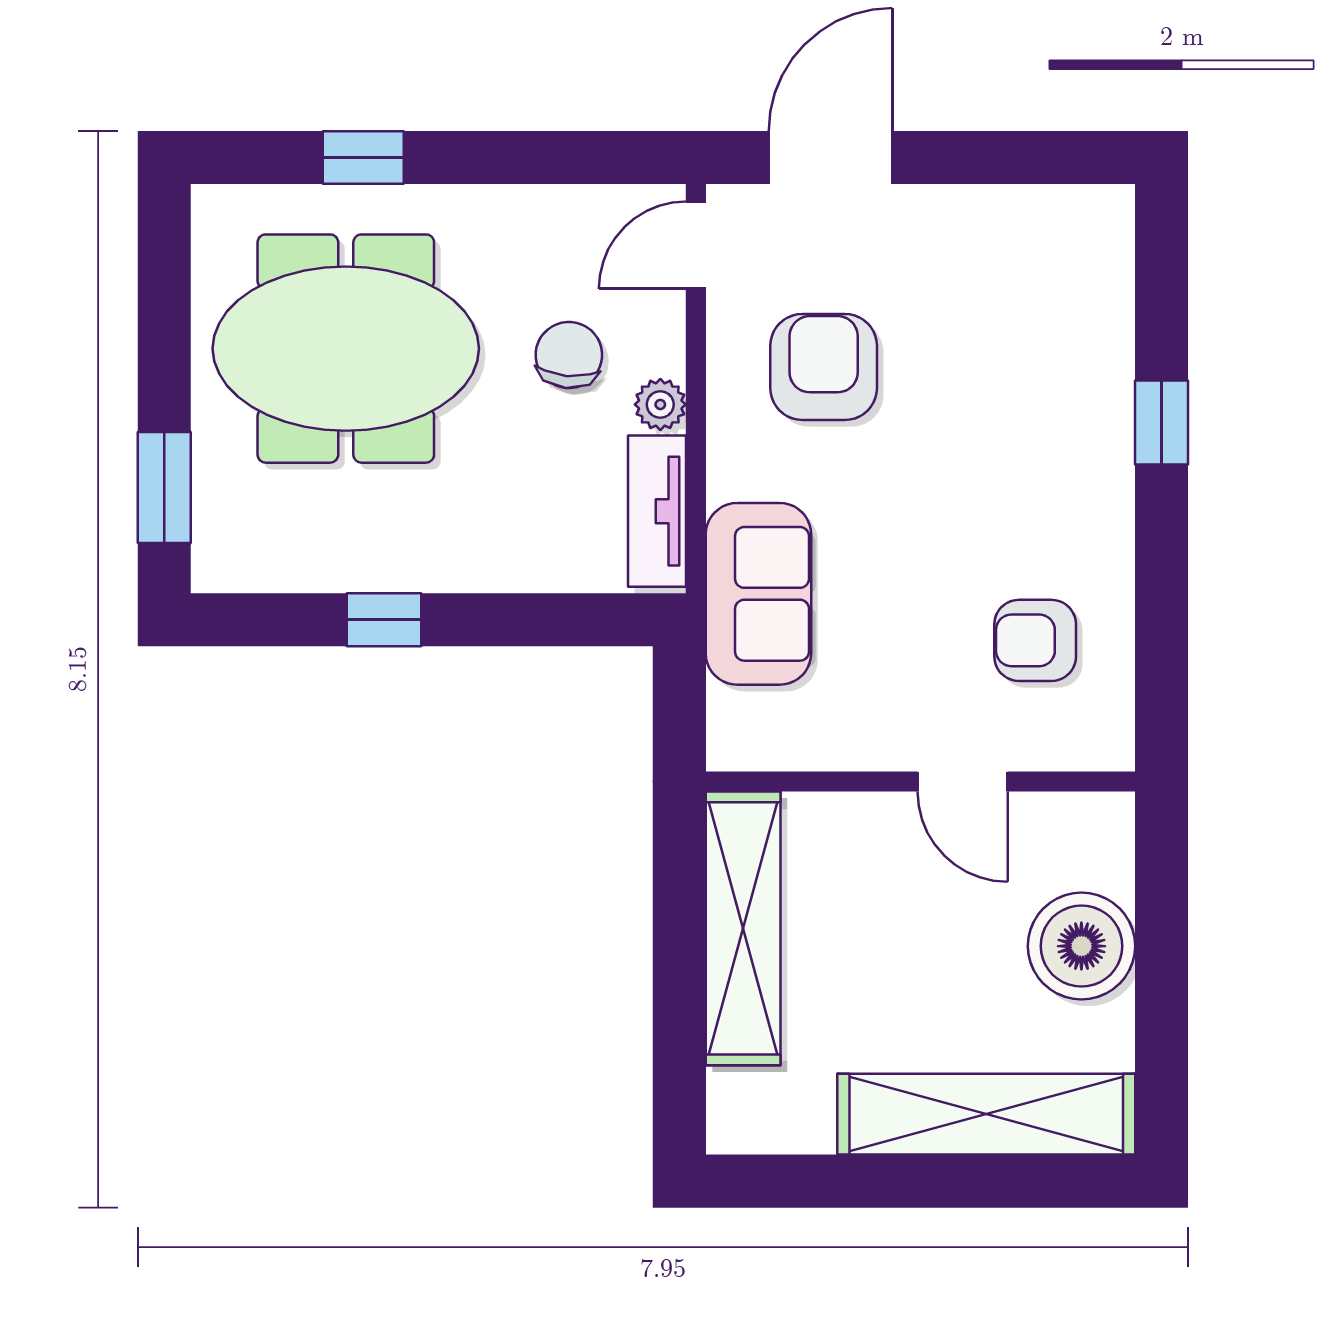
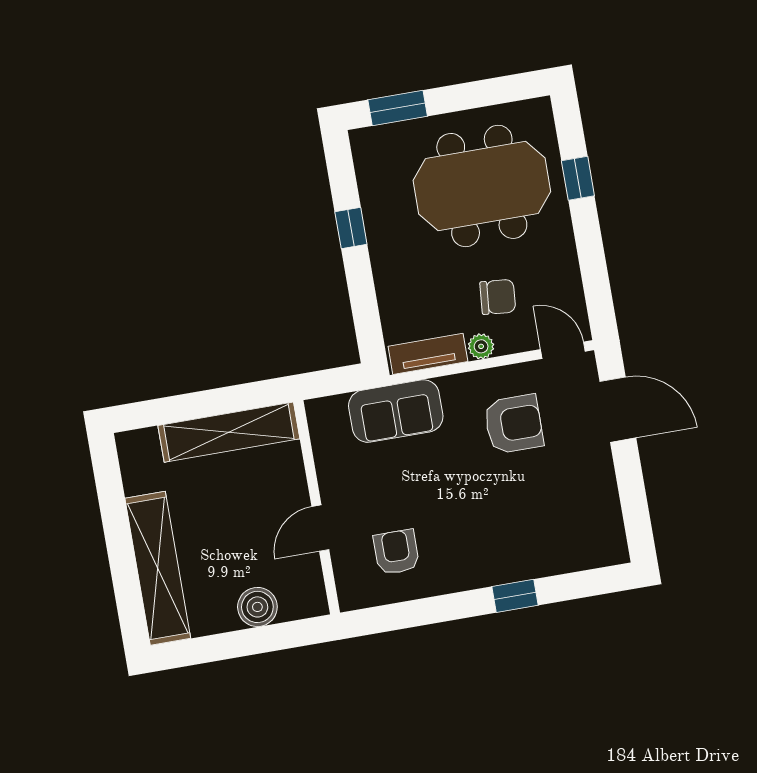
meeting table: (346, 349) -> (482, 186), turned 90
boiler: (1081, 946) -> (257, 607), width x0.73, depth x0.73

